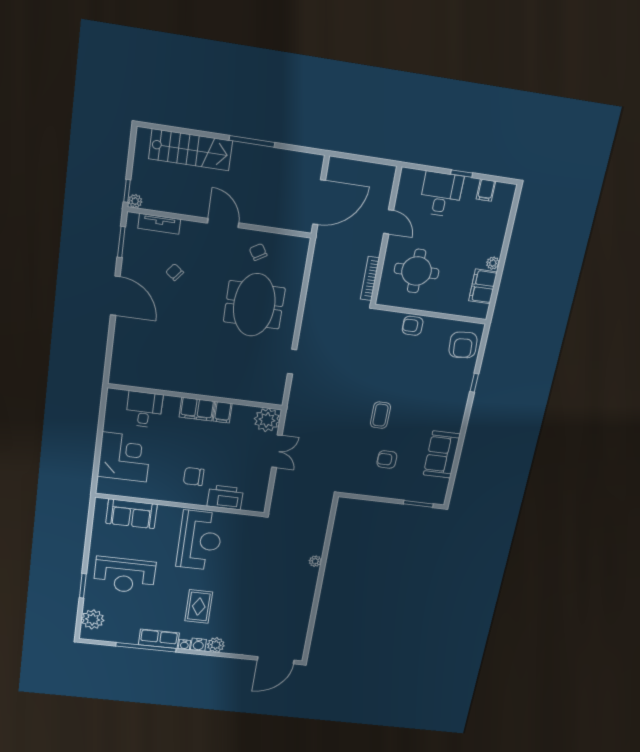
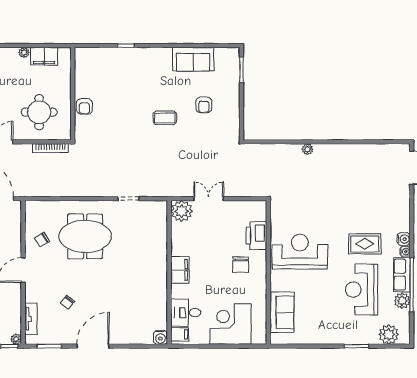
armchair: (463, 345) -> (95, 62), removed
water cooler: (117, 377) -> (160, 337), added
filing cabinet: (223, 412) -> (180, 334), moved
reception desk: (125, 575) -> (362, 290), moved, turned 180
plant: (216, 645) -> (402, 301), moved

